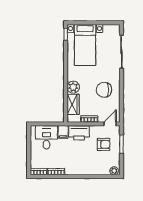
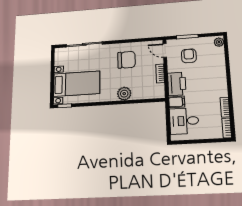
chair: (104, 90) -> (126, 60), turned -90
wardrobe: (73, 104) -> (144, 93), removed

